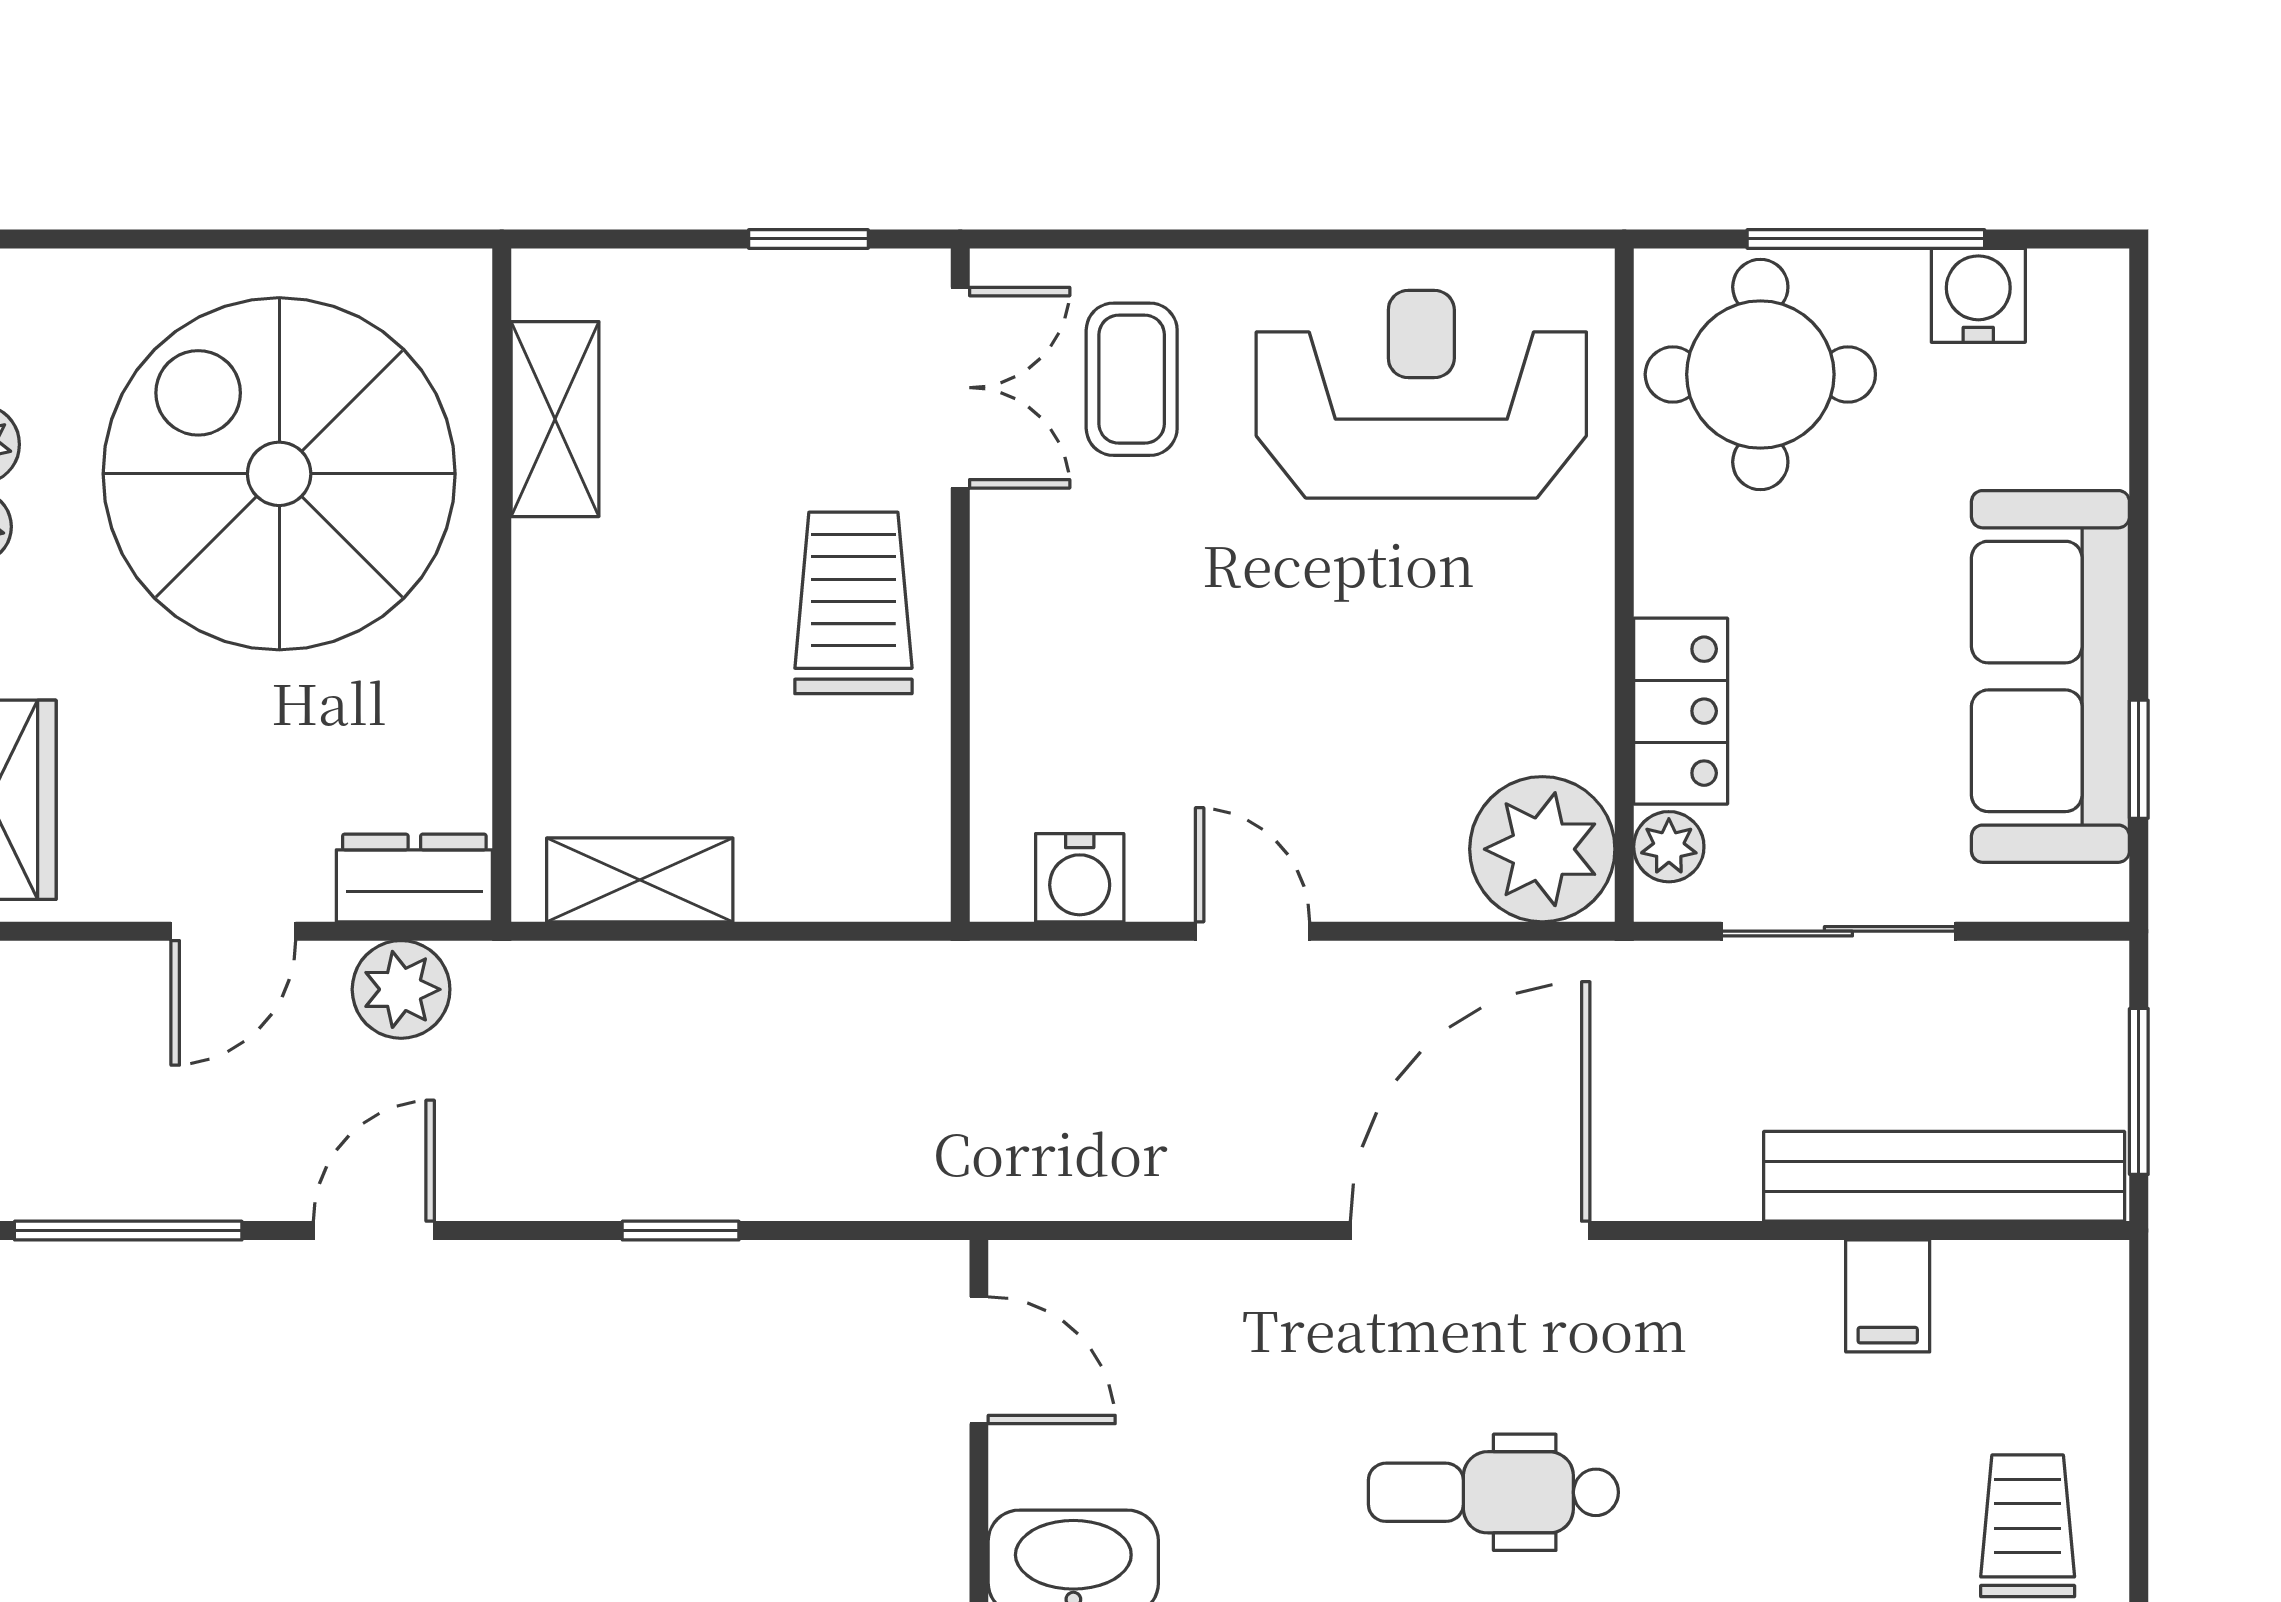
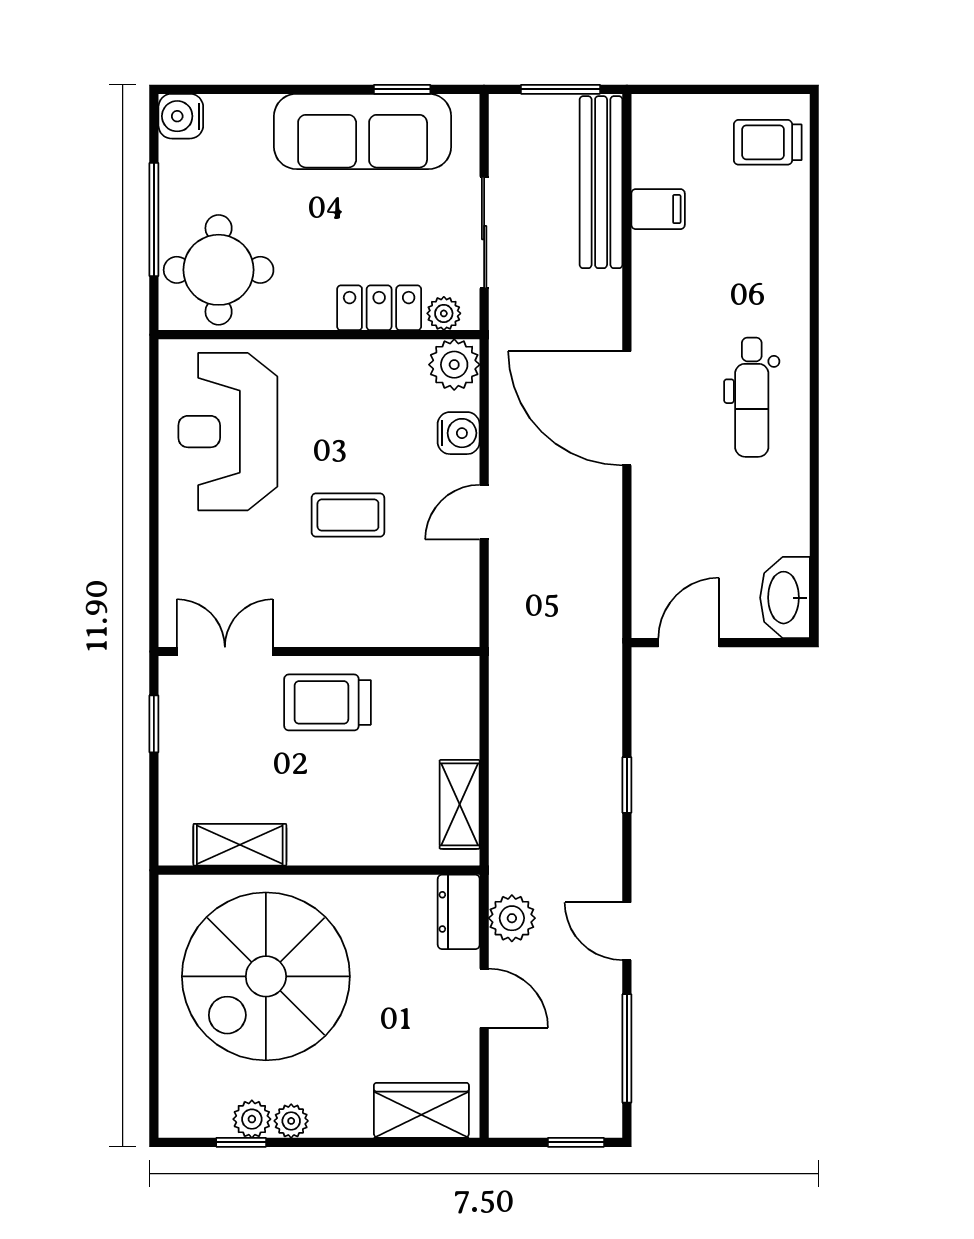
water cooler: (1978, 295) -> (181, 116), moved
coffee table: (1132, 379) -> (348, 515), moved
plant: (1542, 849) -> (454, 365), width x0.73, depth x0.73
water cooler: (1080, 878) -> (459, 433), moved

